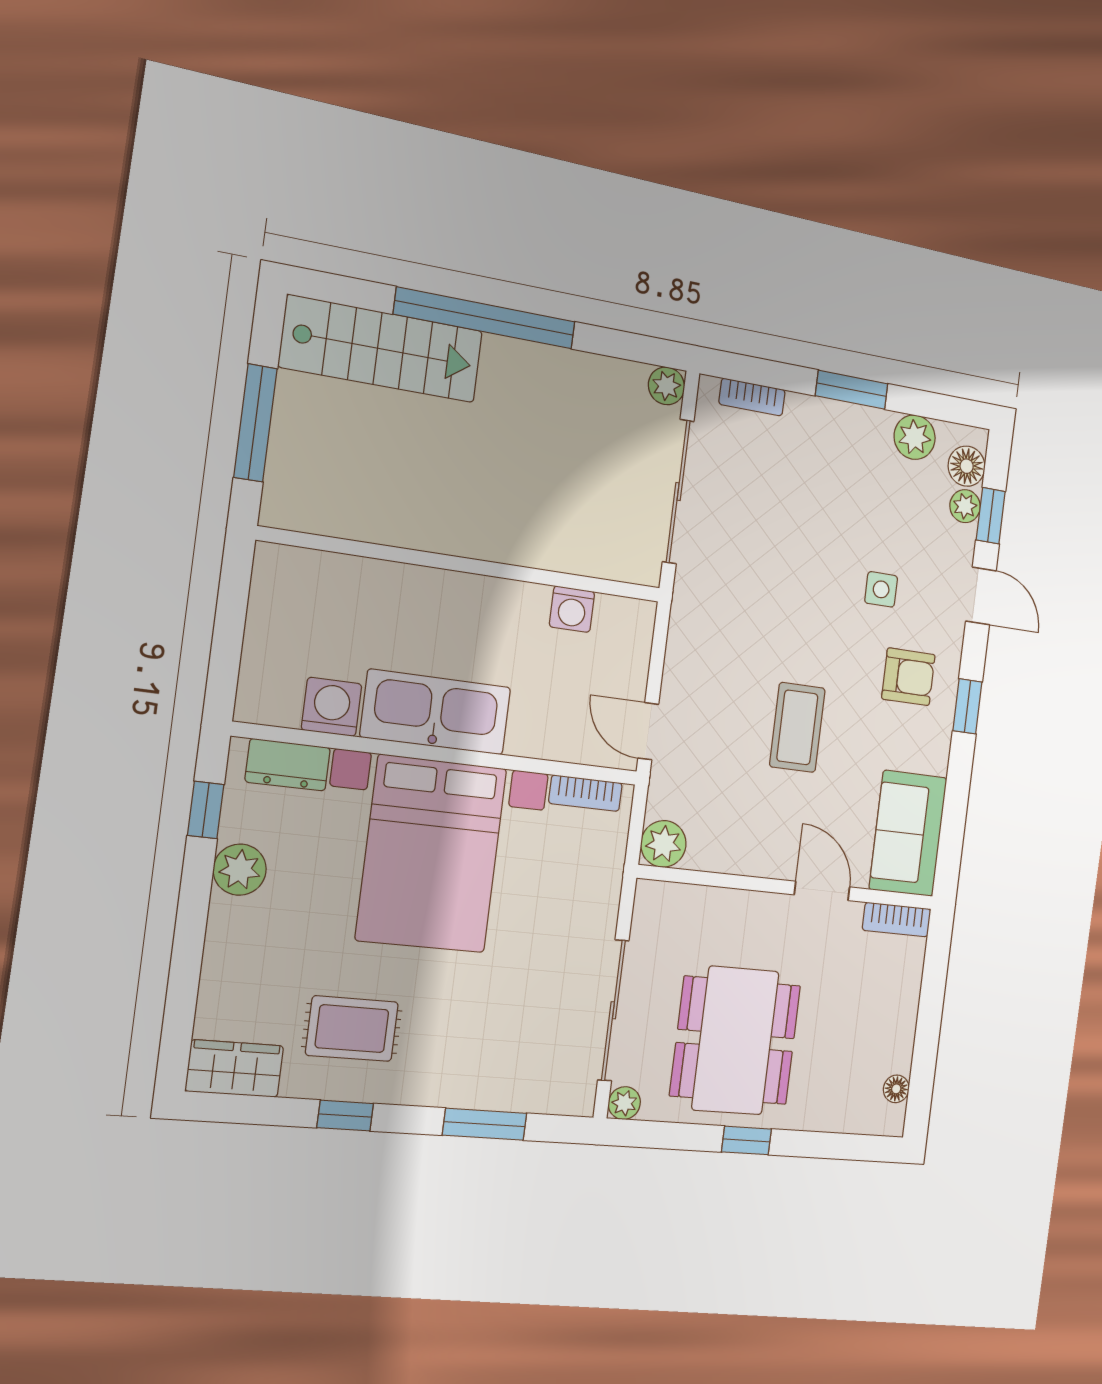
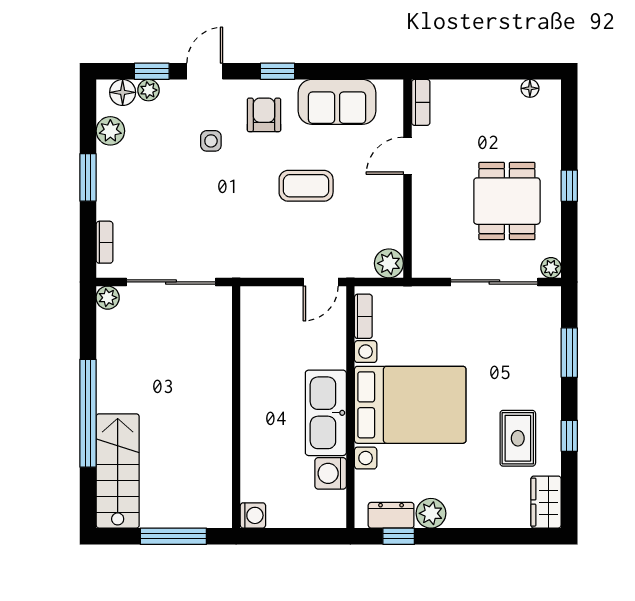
washing machine: (572, 609) -> (253, 515), moved
dresser: (288, 765) -> (391, 515), moved, turned -90
sofa: (908, 833) -> (337, 102), moved
dining table: (735, 1040) -> (507, 201), width x0.73

